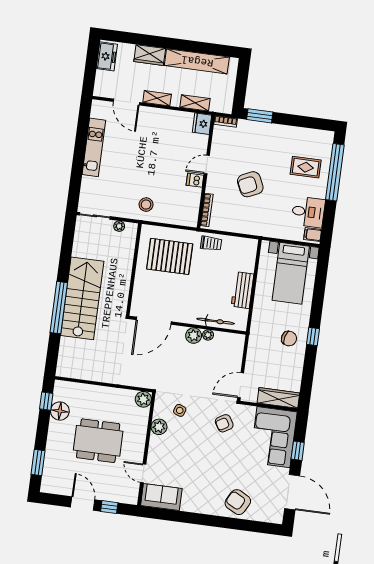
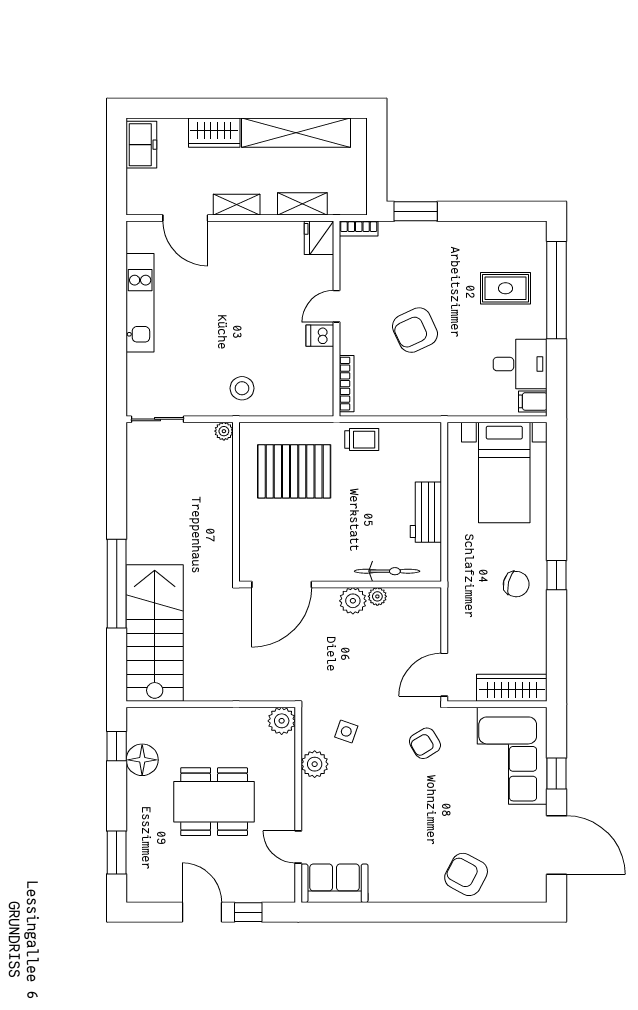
plant: (119, 226) -> (224, 431), moved
stairs: (82, 298) -> (155, 633), moved

